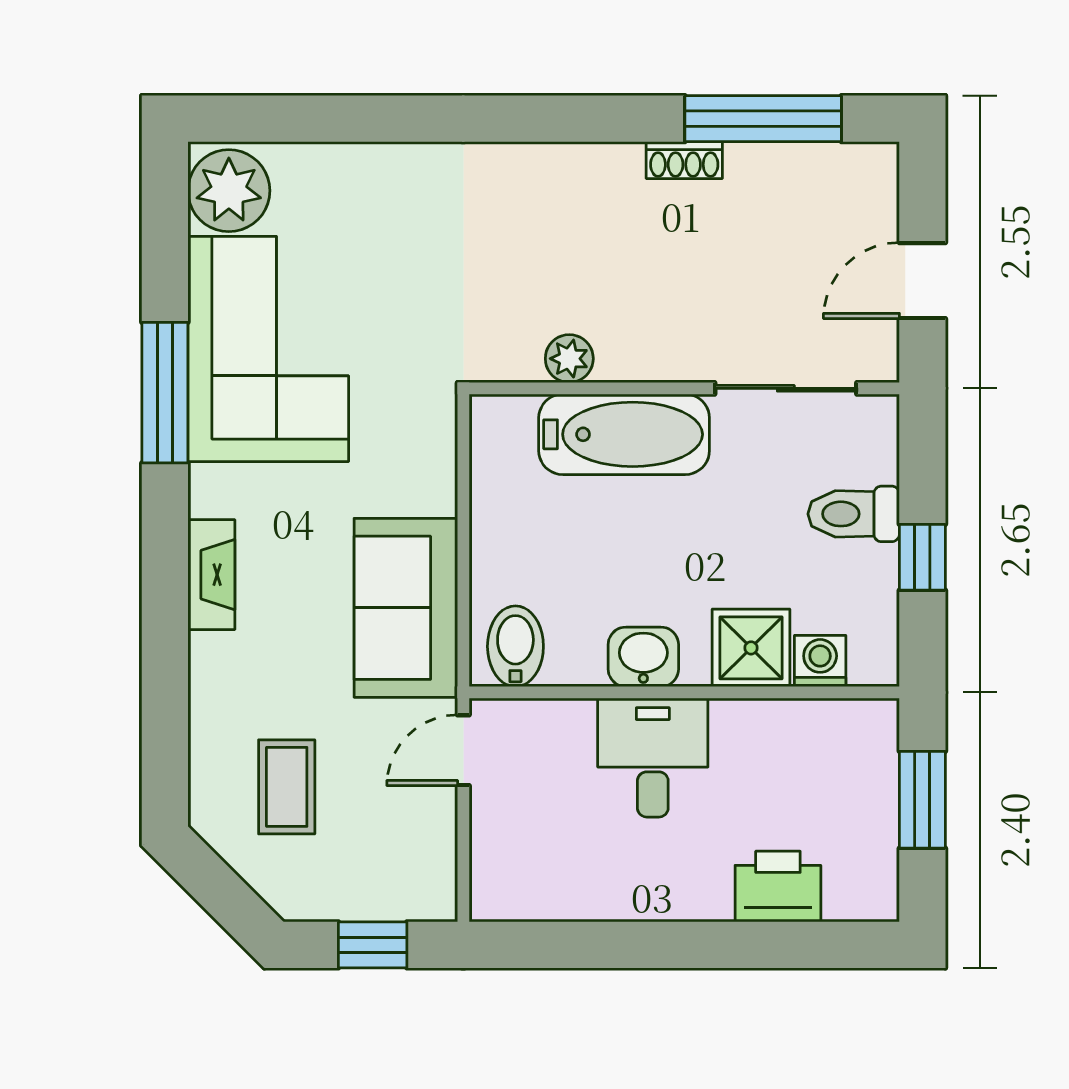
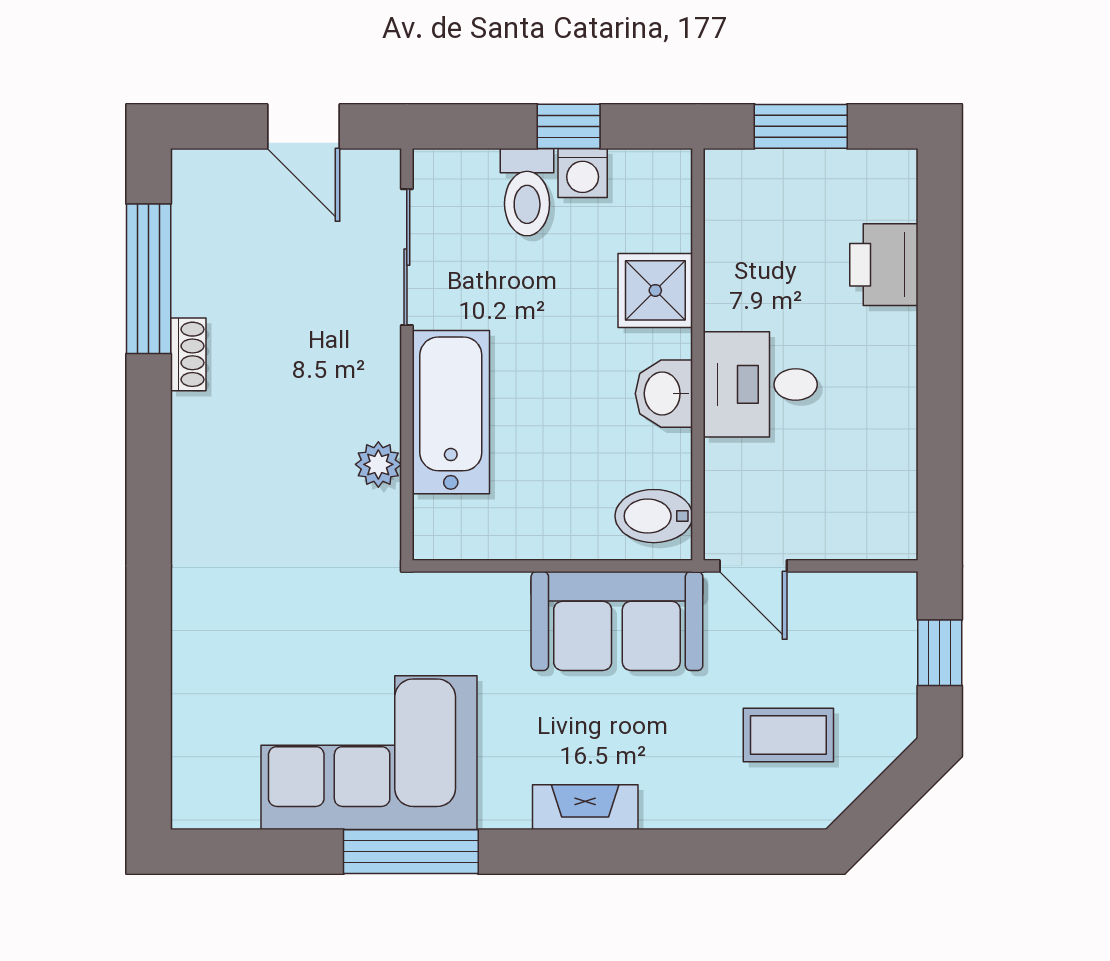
plant: (229, 191) -> (218, 790), removed
washing machine: (820, 661) -> (583, 173), moved, turned -90

